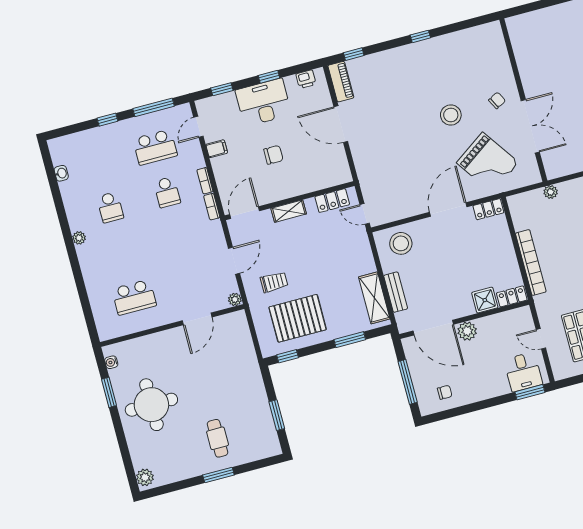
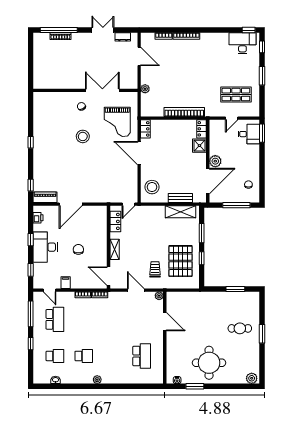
grand piano: (488, 163) -> (117, 122), turned 125
school desk: (167, 192) -> (55, 356), moved
window: (288, 356) -> (202, 258), moved

